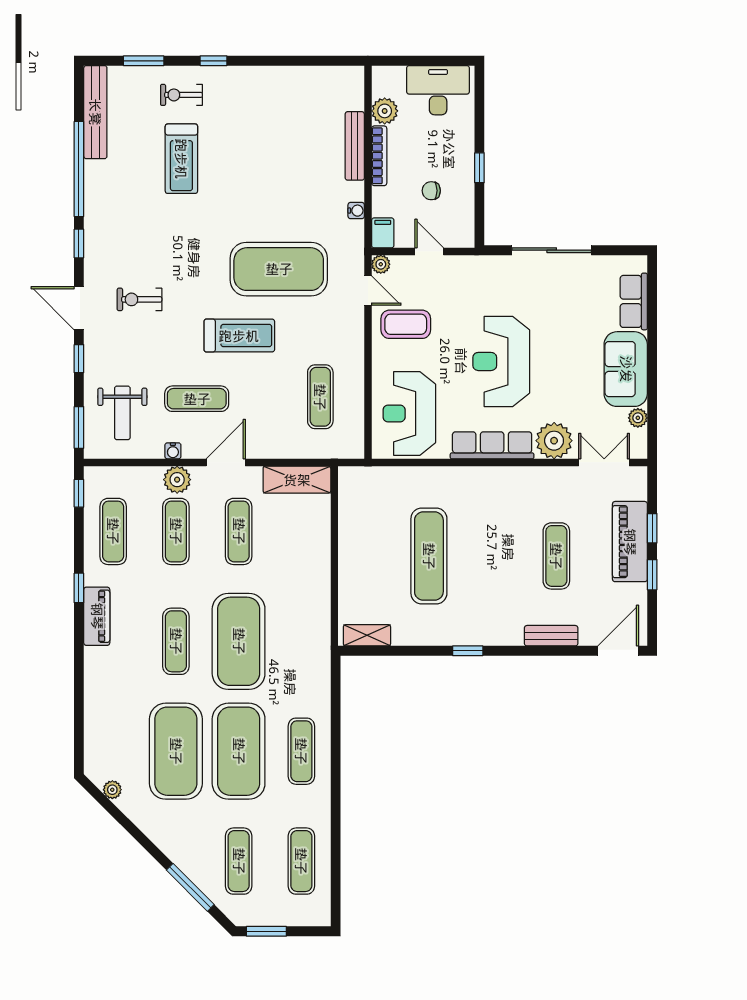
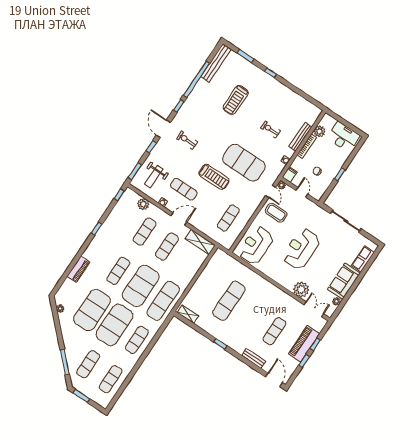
exercise bike: (181, 95) -> (271, 129), moved
row of seats: (492, 445) -> (278, 276), removed
plant: (177, 480) -> (143, 204), moved
exercise mat: (113, 531) -> (163, 301), moved, width x1.36, depth x1.45
piano: (97, 616) -> (79, 269), moved
door: (618, 651) -> (274, 380), hinge flipped

